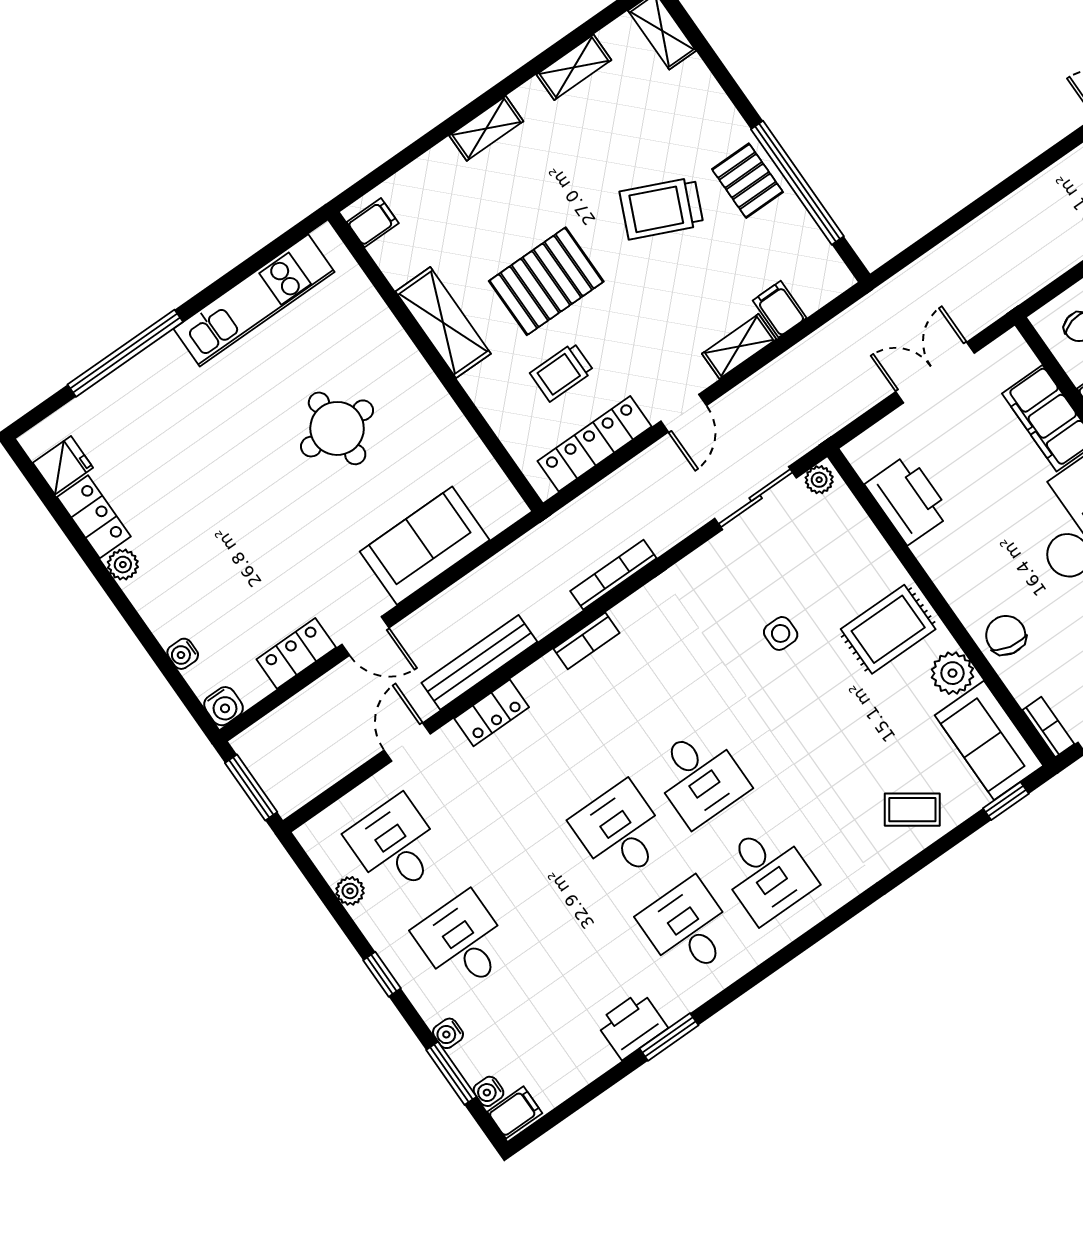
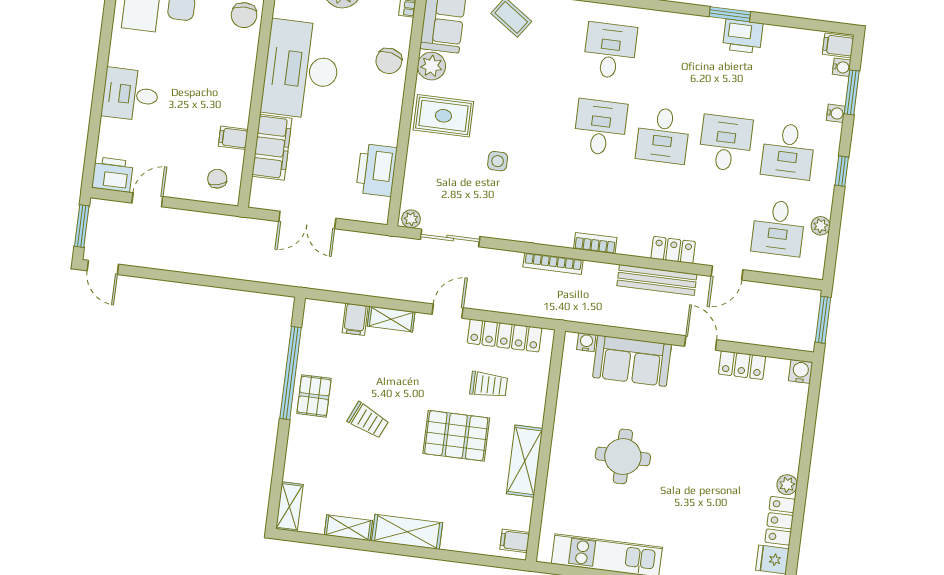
shelving: (486, 128) -> (407, 532), width x1.50, depth x1.33
trolley: (662, 208) -> (368, 420), width x0.73, depth x0.72
water cooler: (183, 654) -> (586, 342), moved, turned -90
desk: (688, 928) -> (726, 143), moved, turned 180

